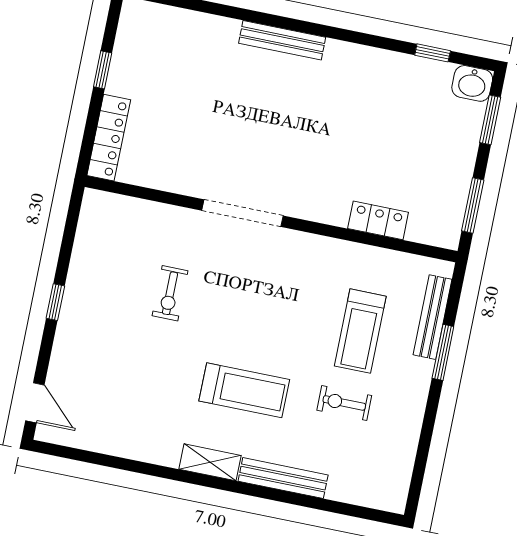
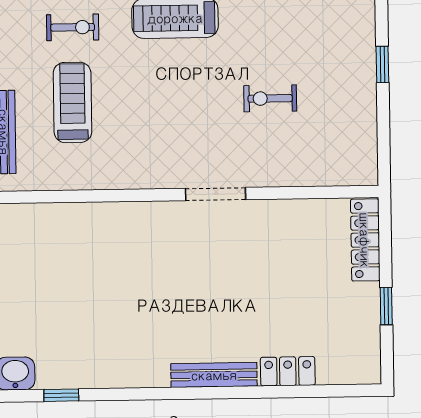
doorway: (242, 213) -> (216, 194), width x0.73
locker: (378, 220) -> (288, 371), moved, turned 180
exercise bike: (170, 293) -> (270, 98), turned -90

